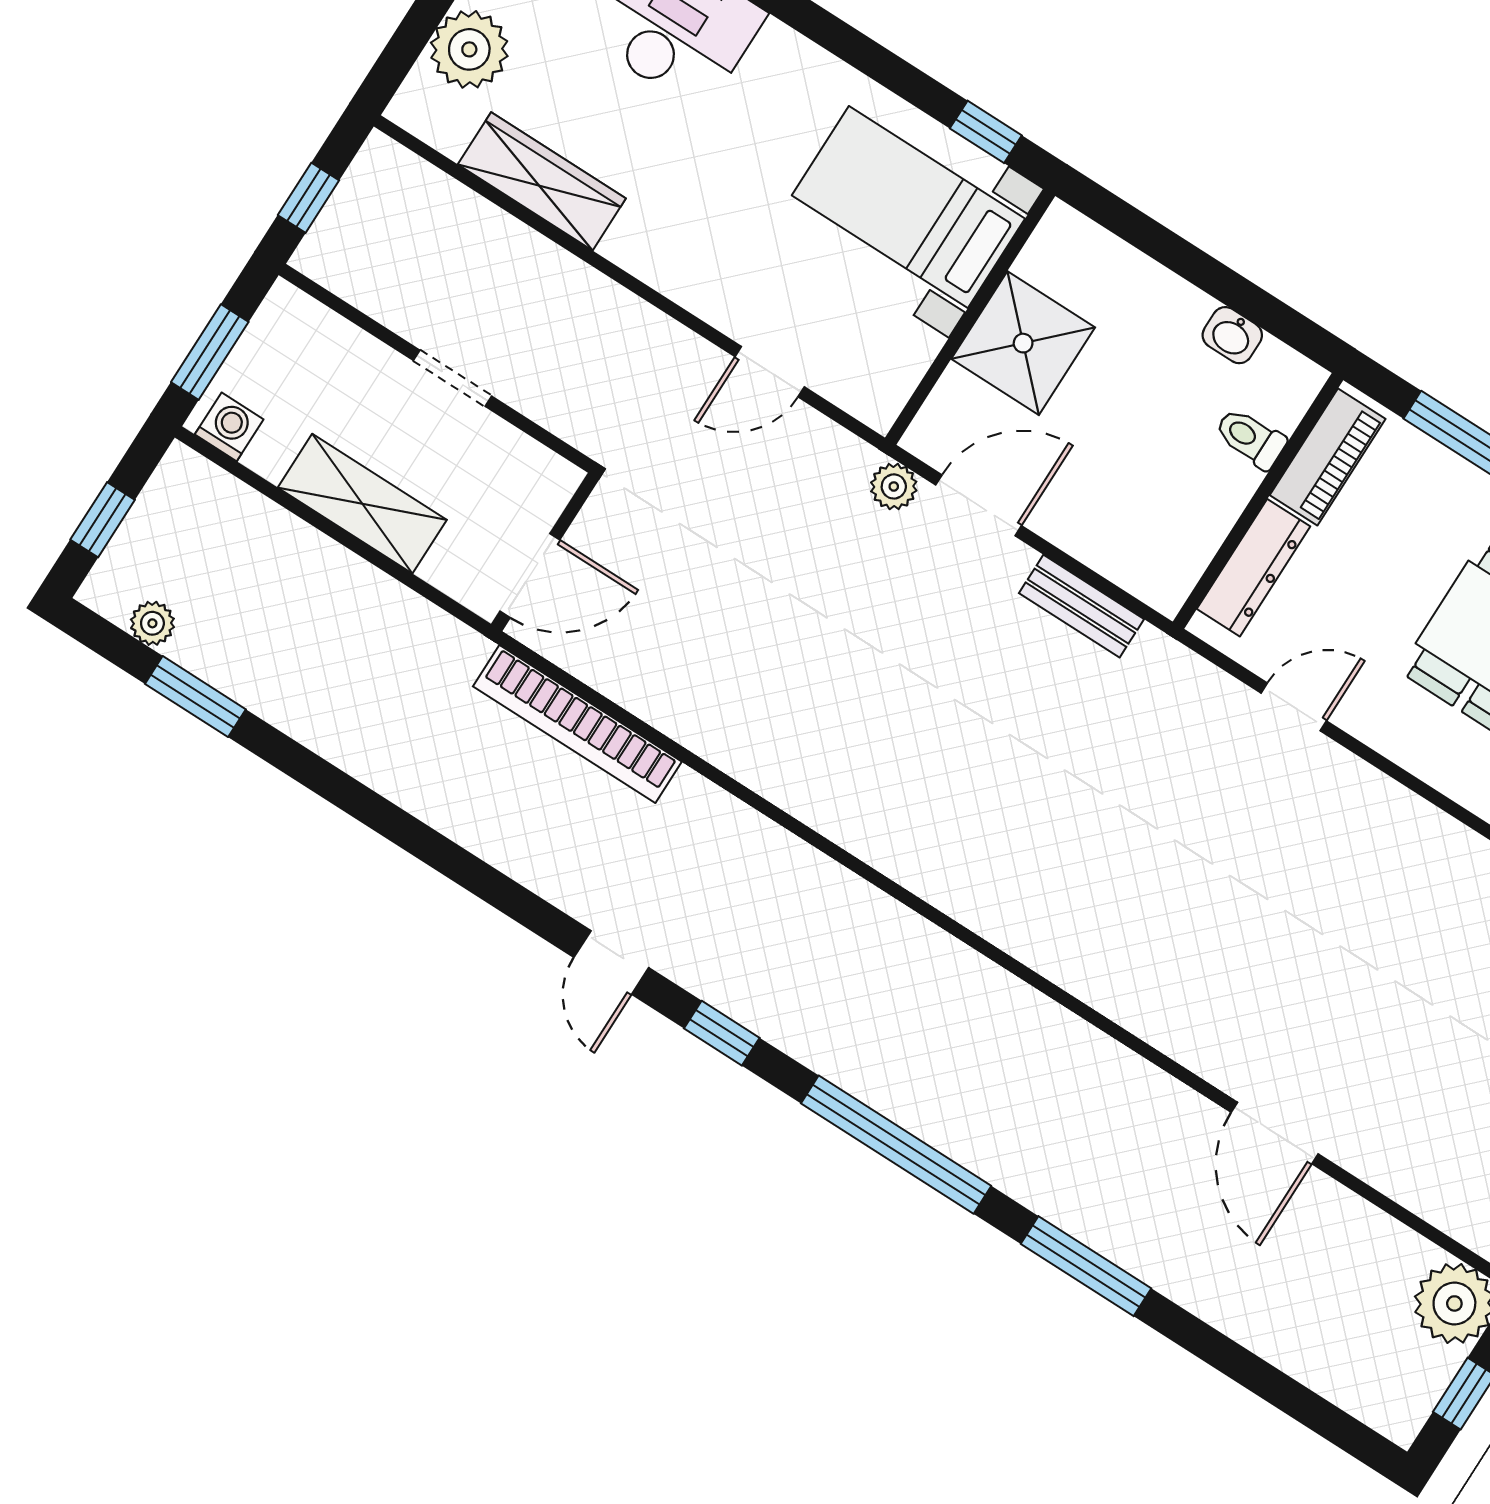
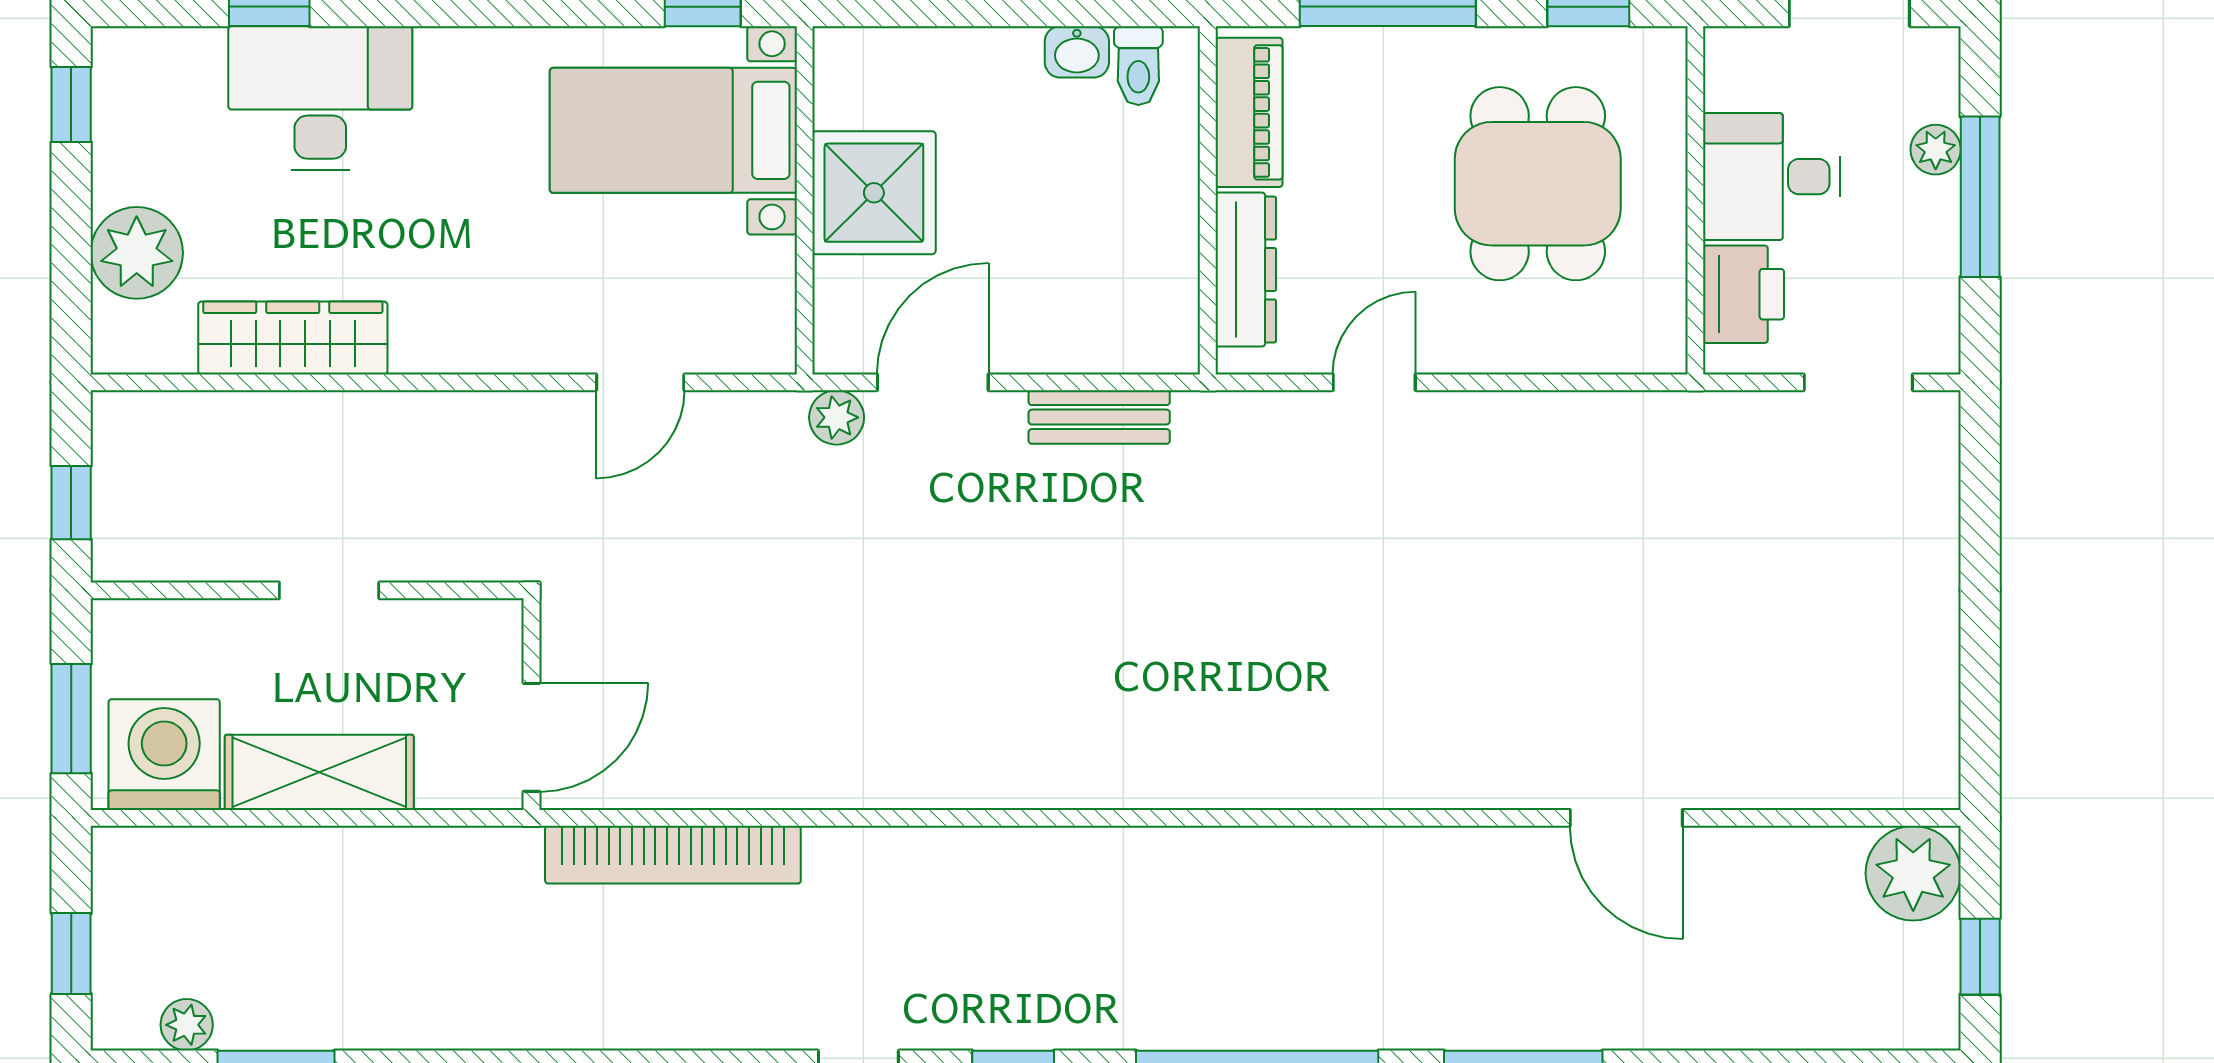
washing machine: (229, 427) -> (164, 755), width x1.89, depth x1.89
toilet: (1250, 438) -> (1138, 66), moved, turned -90

